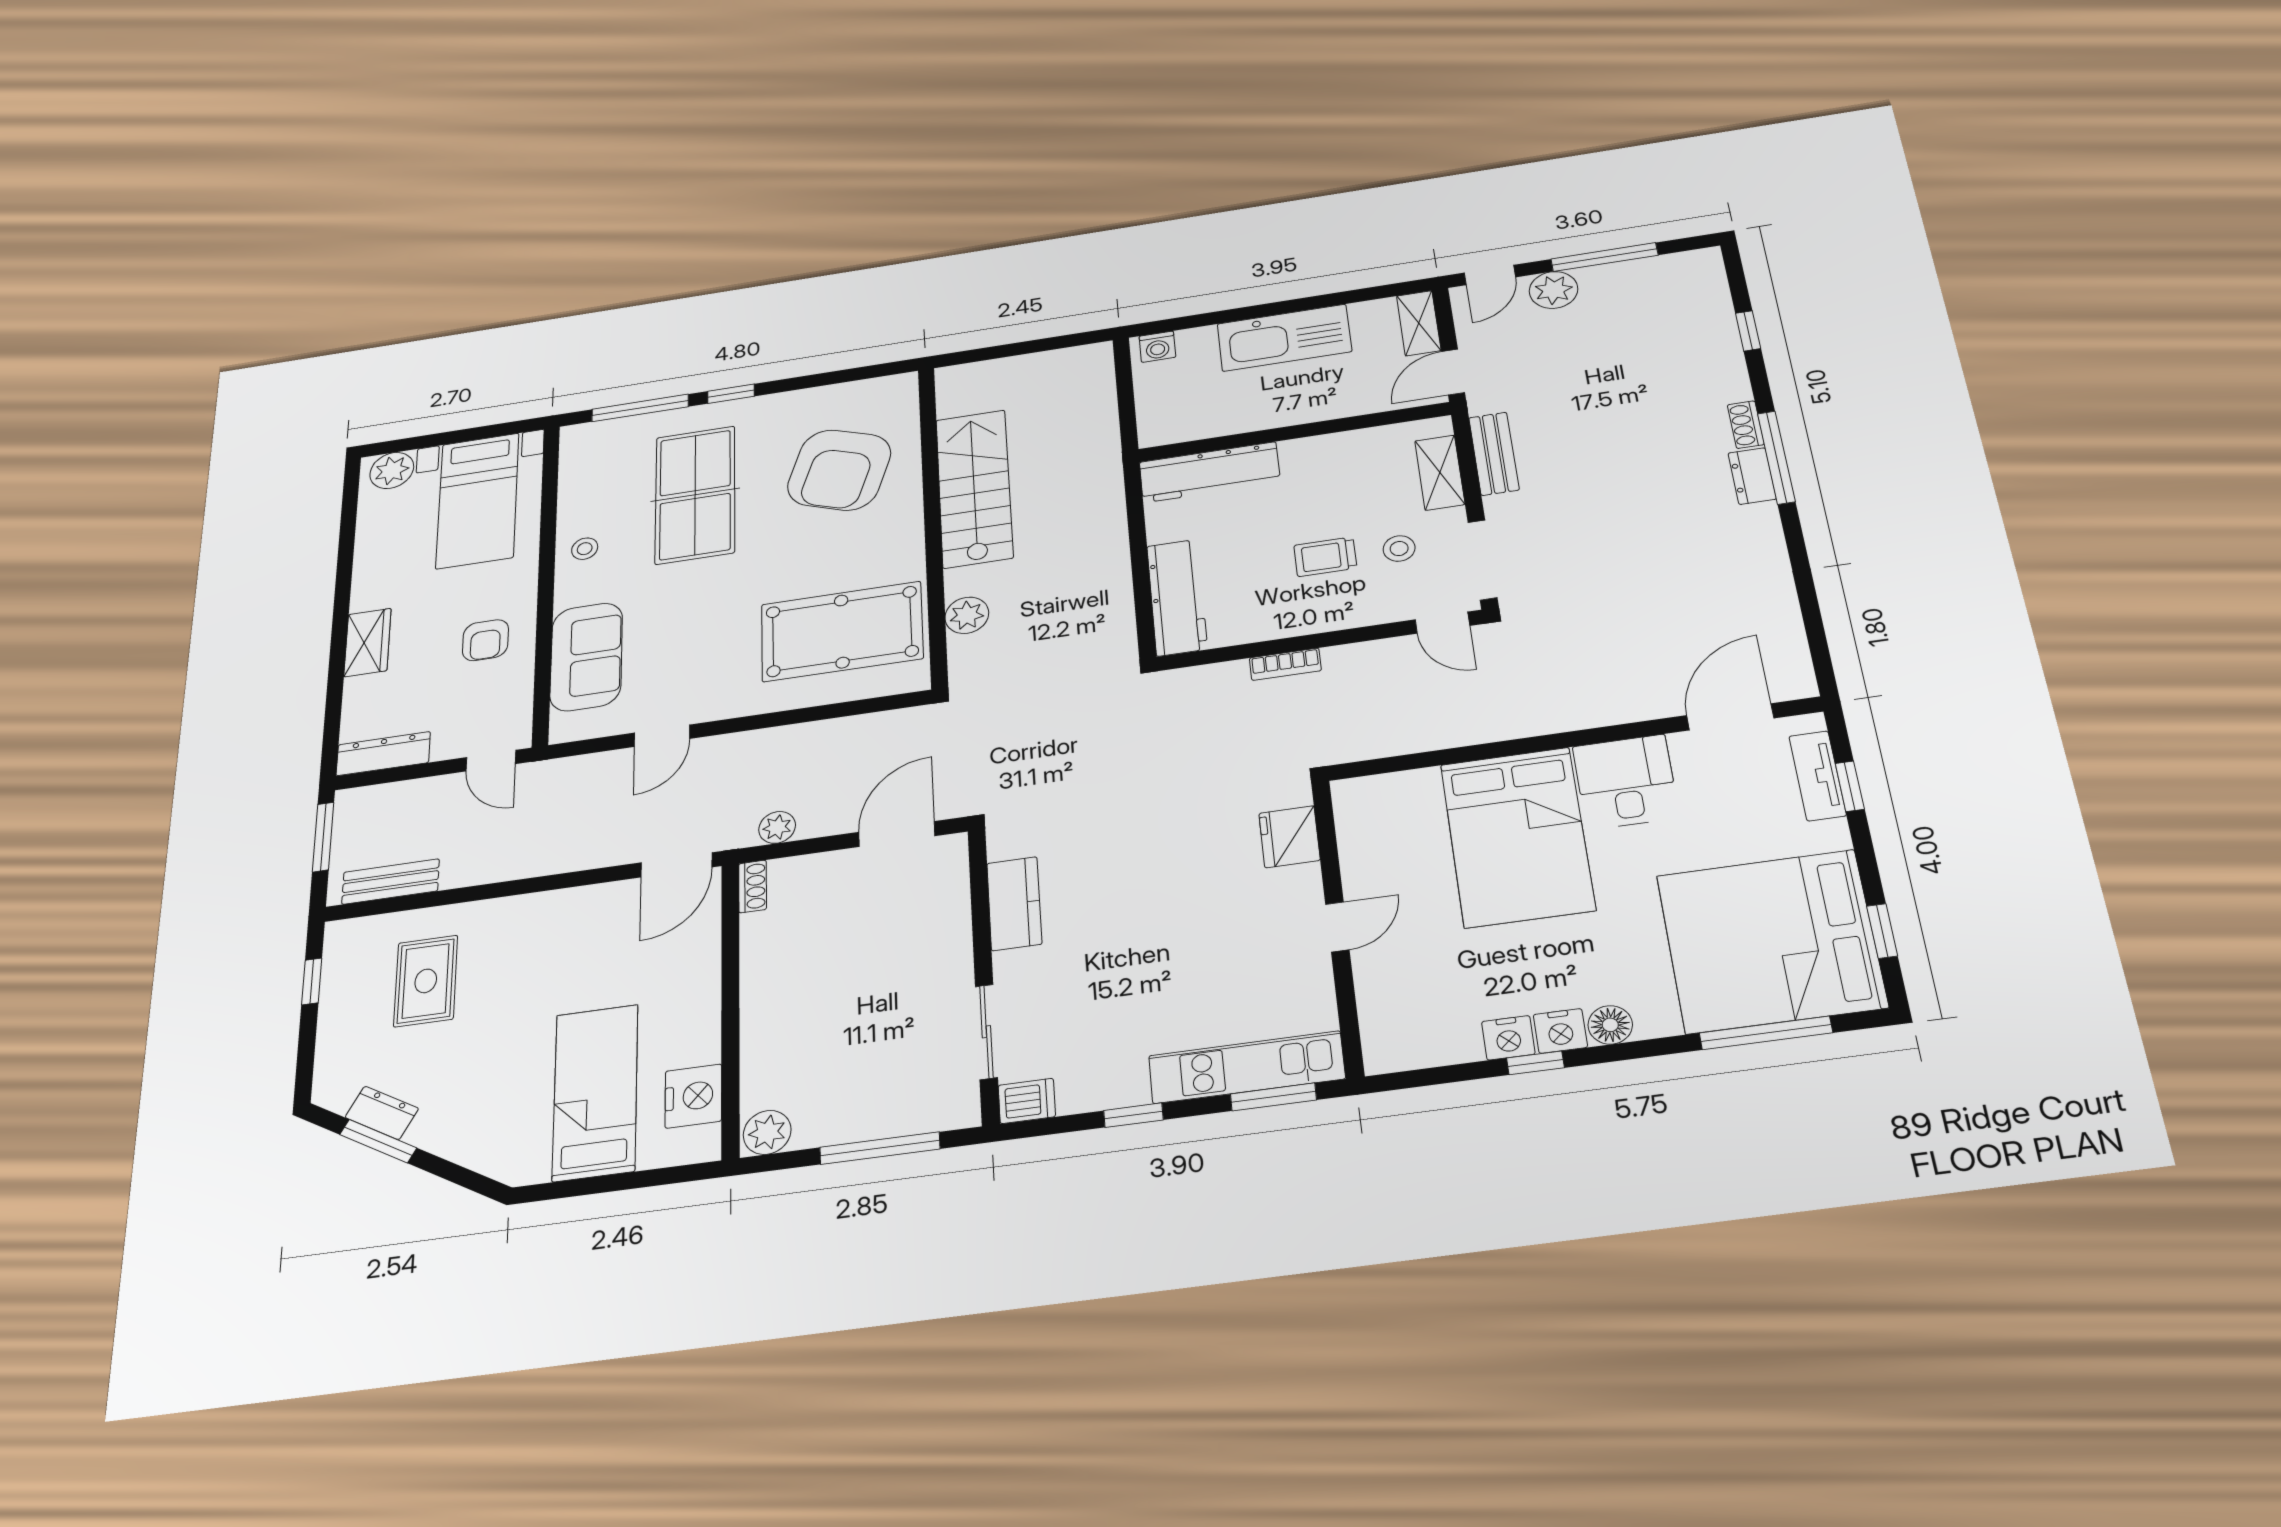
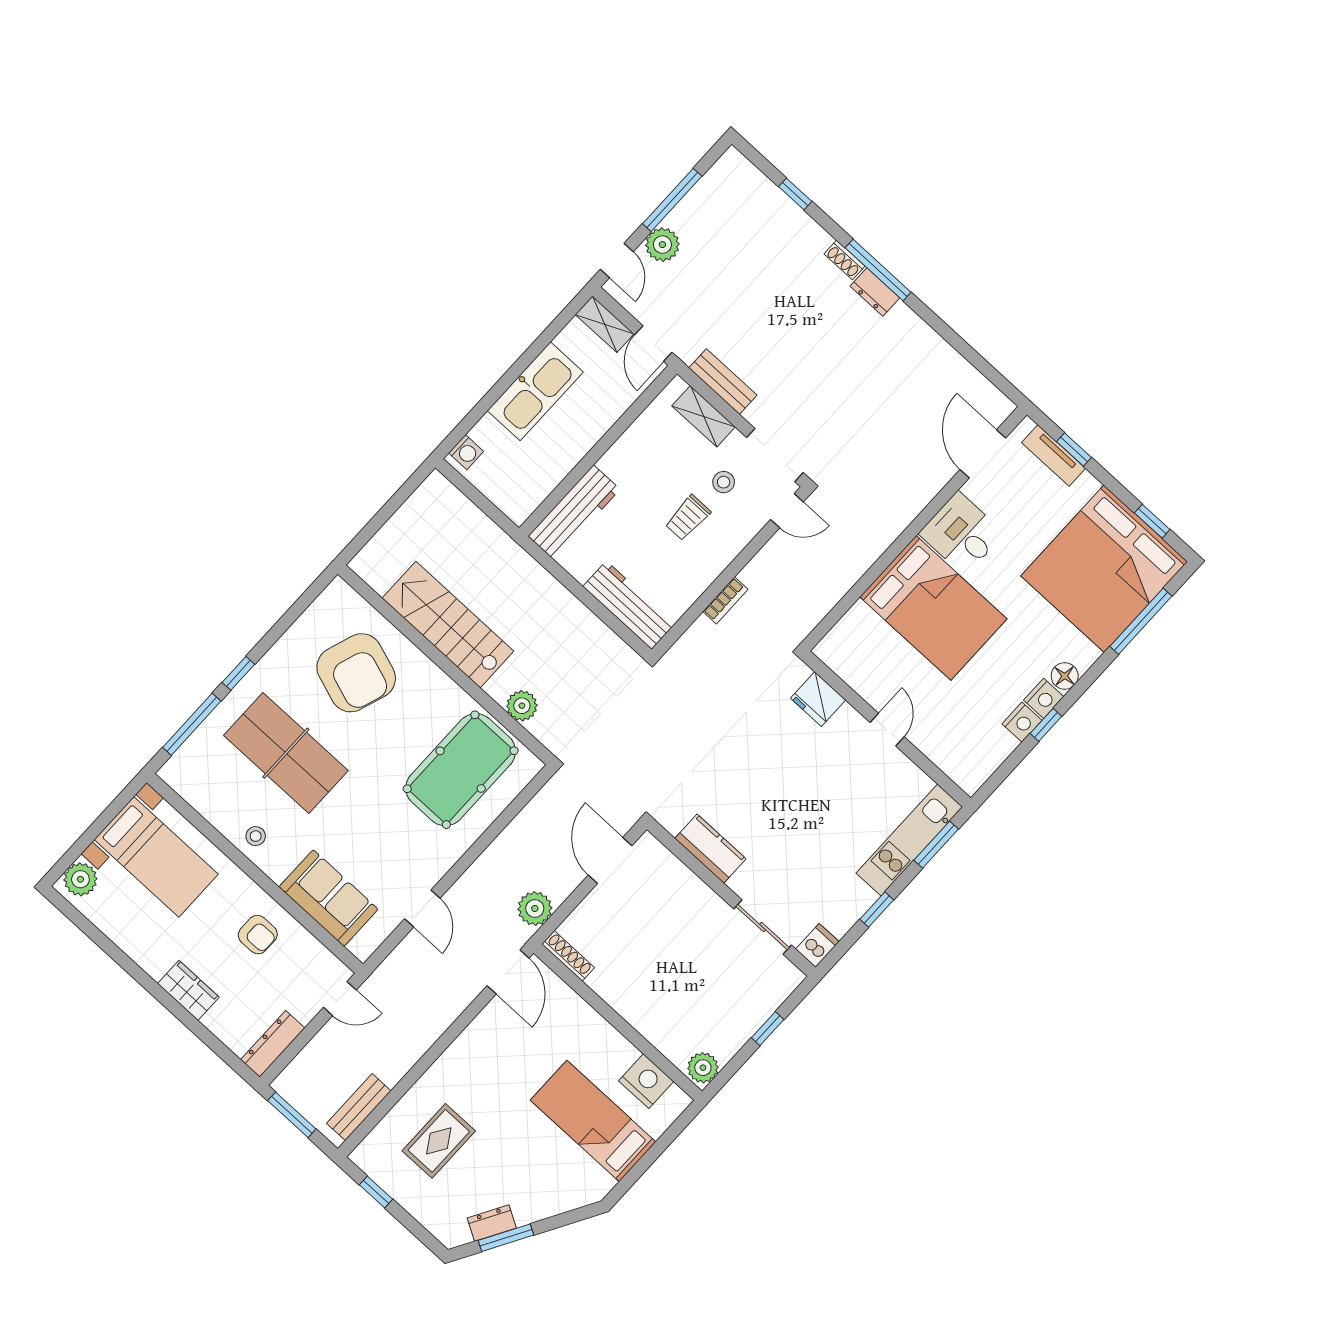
plant: (777, 827) -> (535, 909), width x1.38, depth x1.38
shoe rack: (753, 886) -> (568, 956), width x1.43
rug: (426, 981) -> (439, 1141), turned 90
window: (880, 1148) -> (768, 1029), width x0.46

